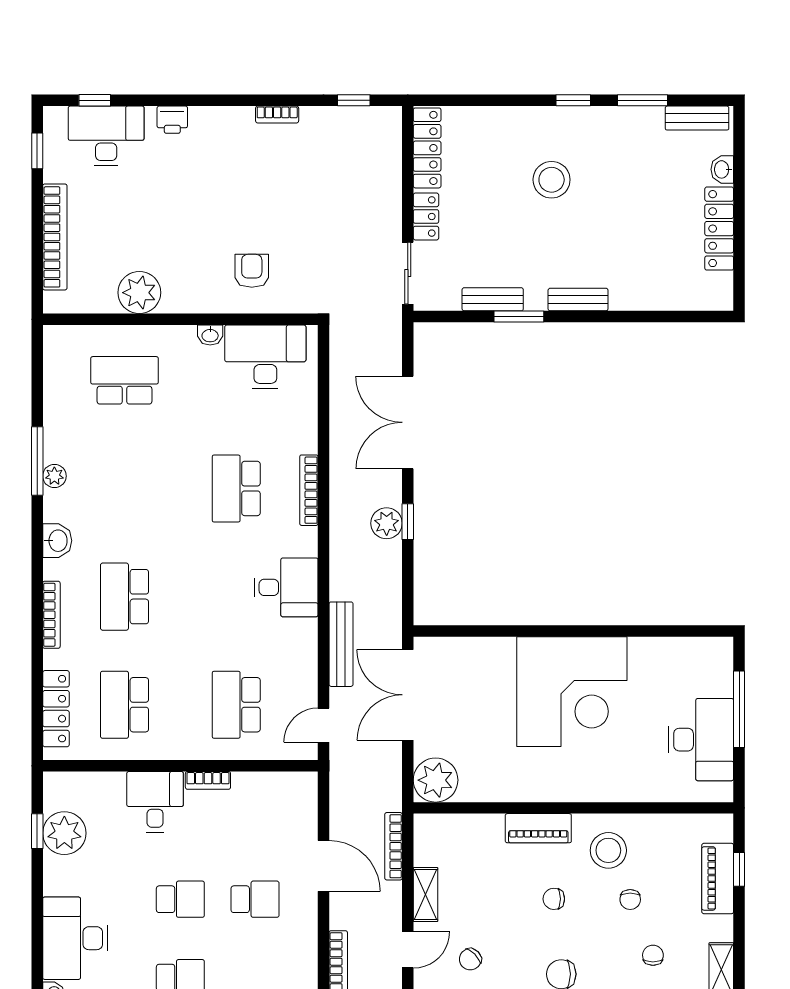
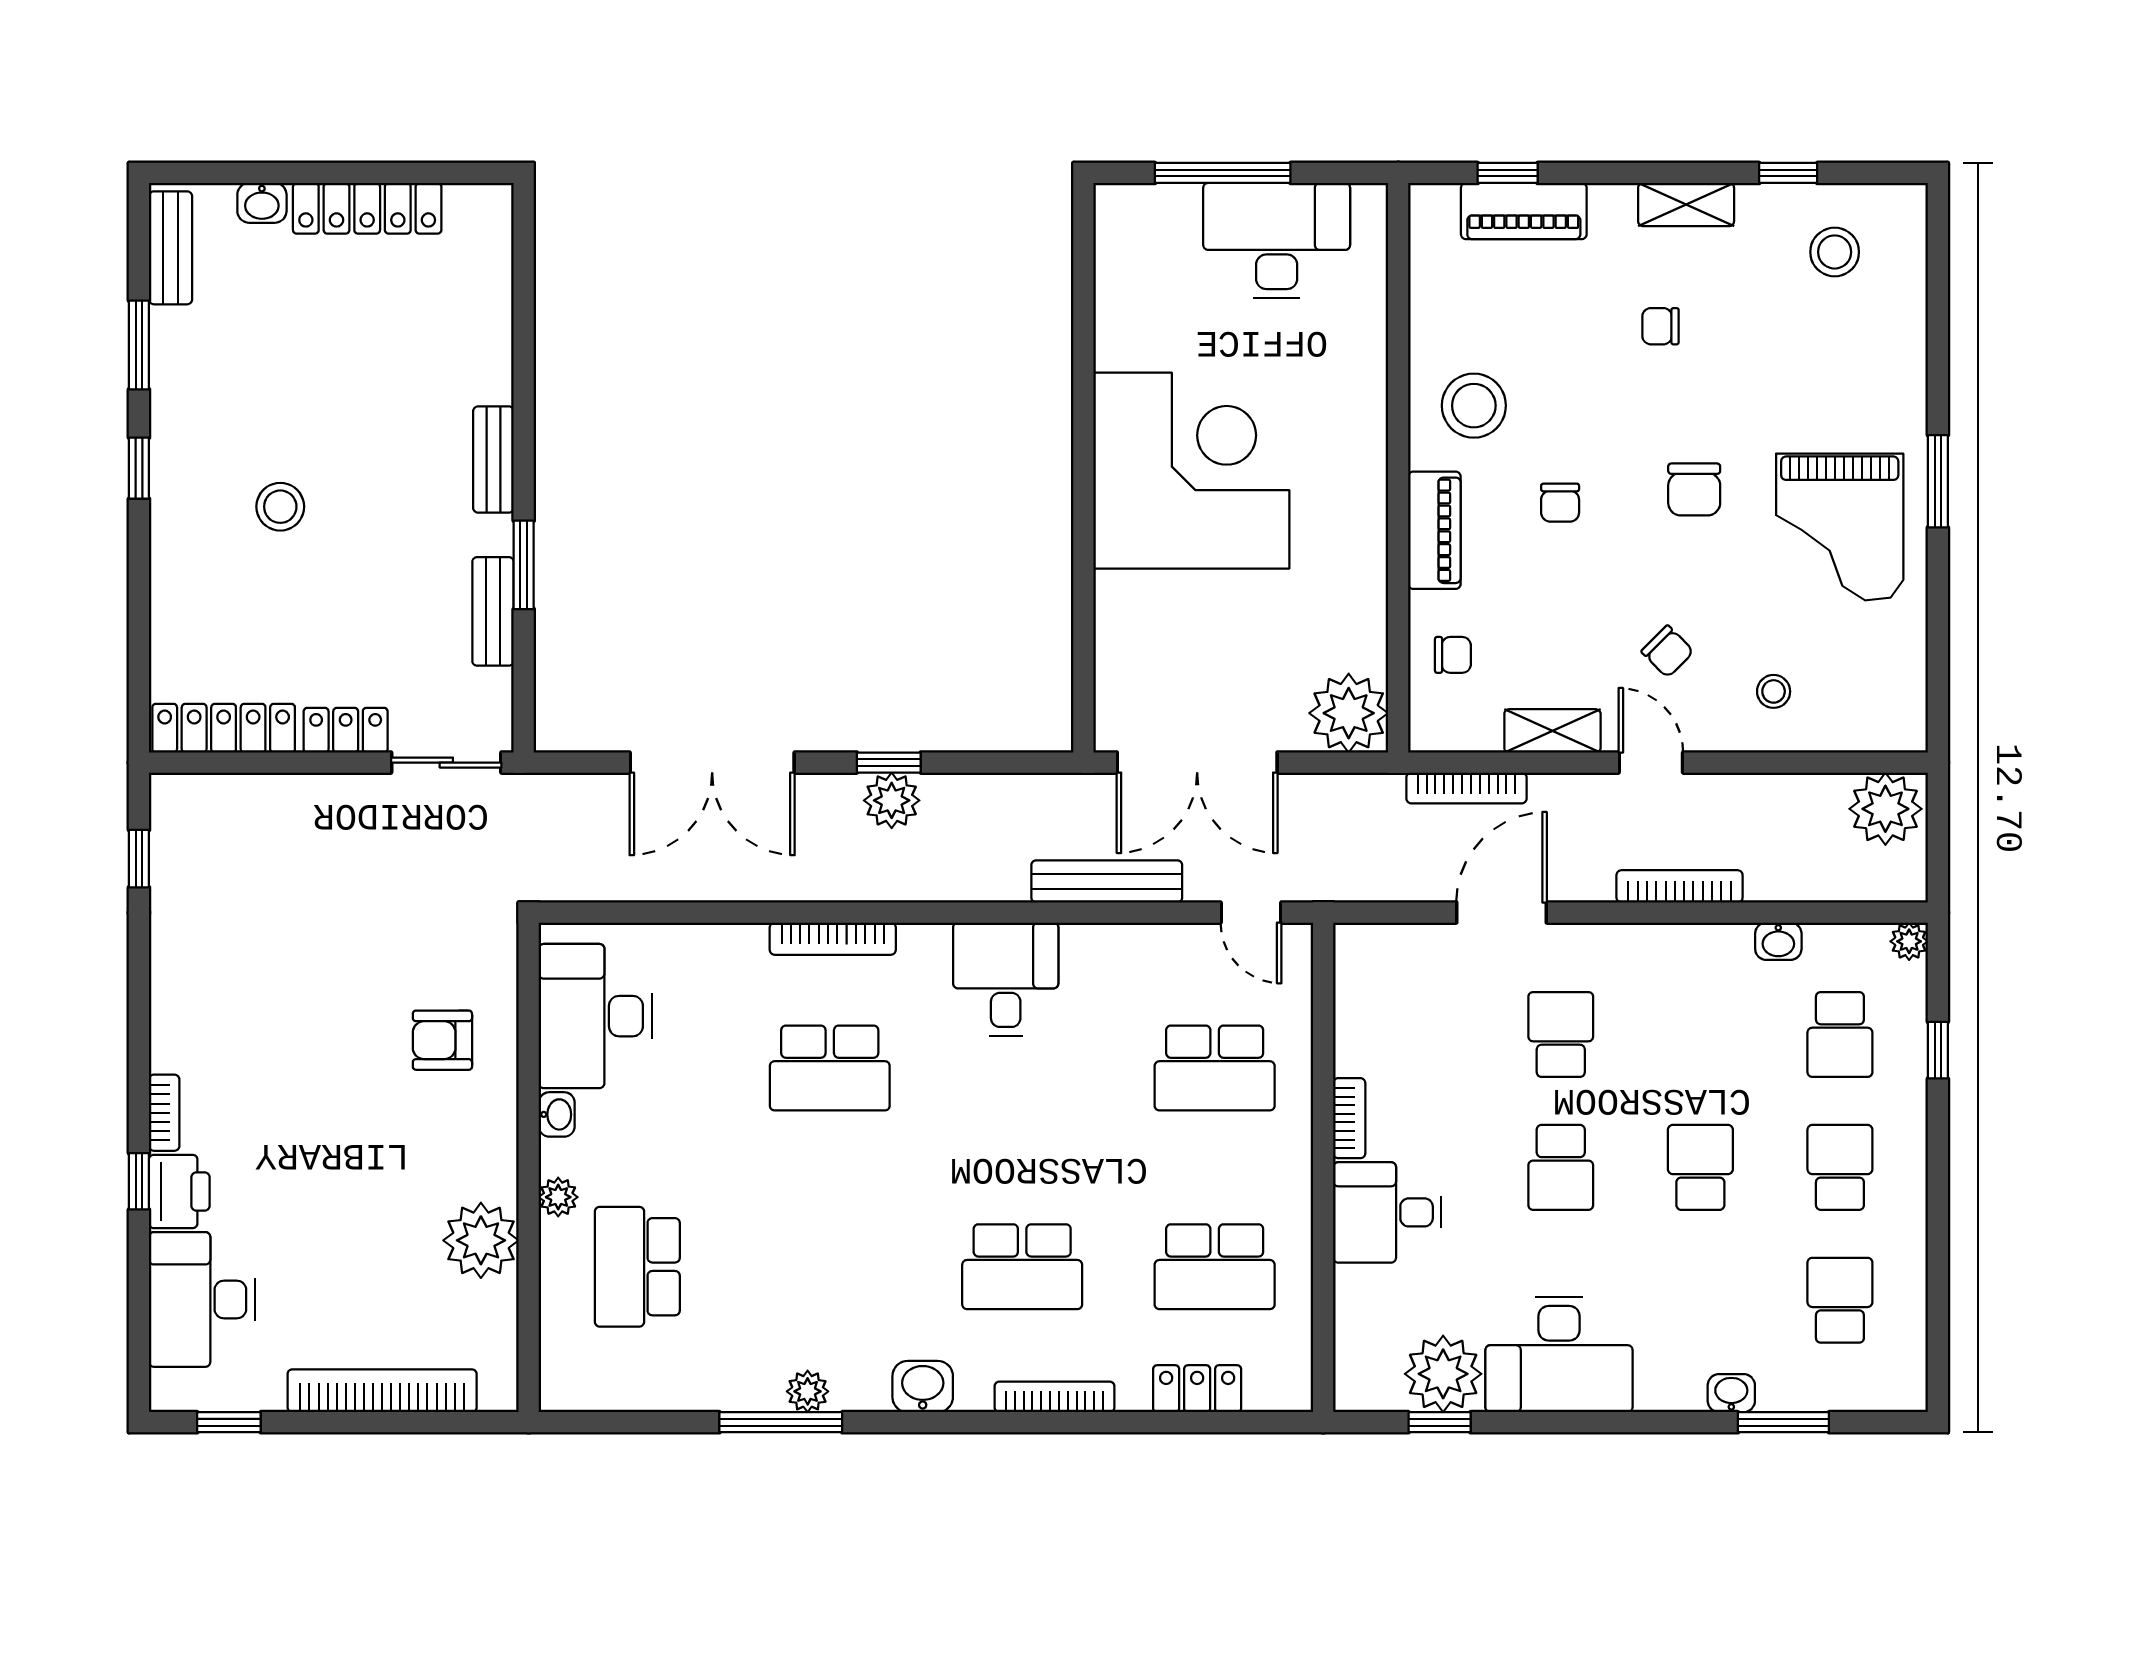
window: (95, 100) -> (139, 1181), moved
bookcase: (277, 115) -> (164, 1113), moved
printer: (172, 120) -> (179, 1191), width x1.36, depth x1.24
stool: (552, 180) -> (280, 507), width x0.73, depth x0.73
plant: (164, 336) -> (558, 1197), added
locker: (56, 709) -> (1197, 1389), width x0.66
school desk: (180, 899) -> (1561, 1167), turned 180
chair: (630, 900) -> (1453, 655), moved
desk: (75, 938) -> (1559, 1354), moved

